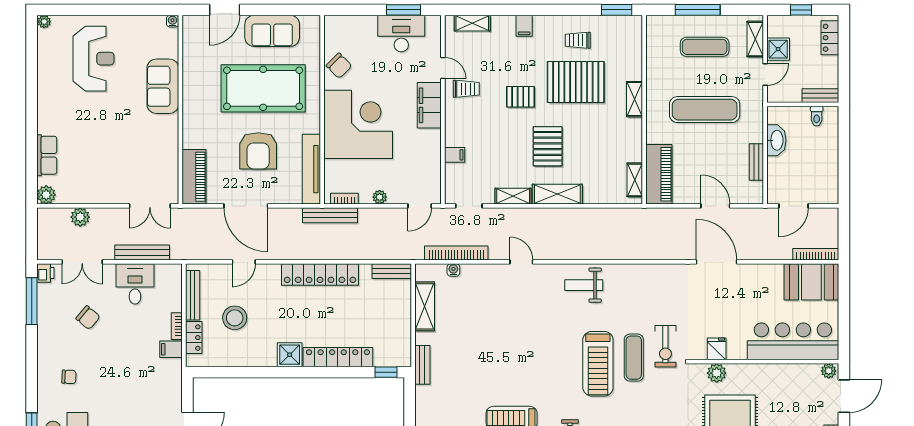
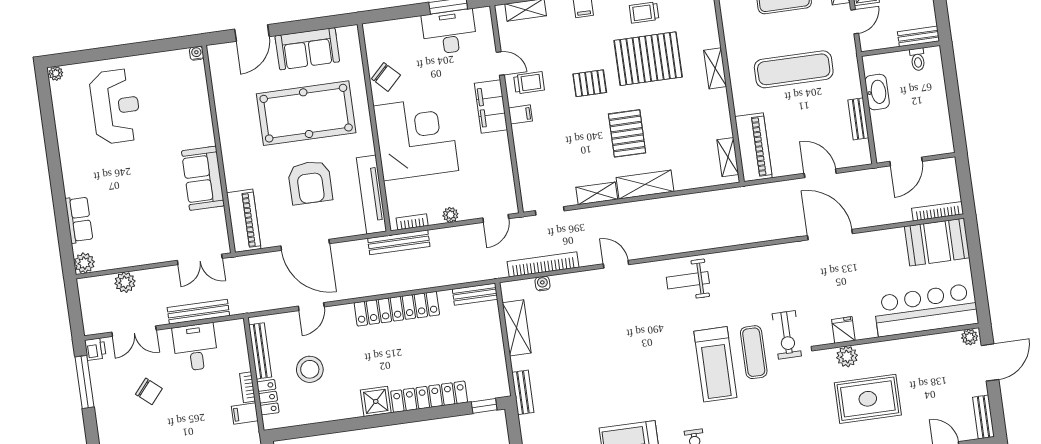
sofa: (163, 86) -> (203, 178), moved
filing cabinet: (455, 155) -> (520, 114), moved

